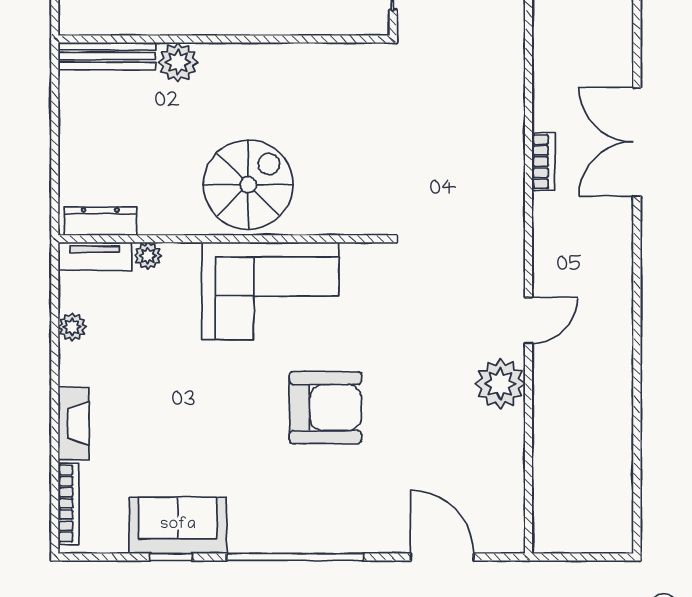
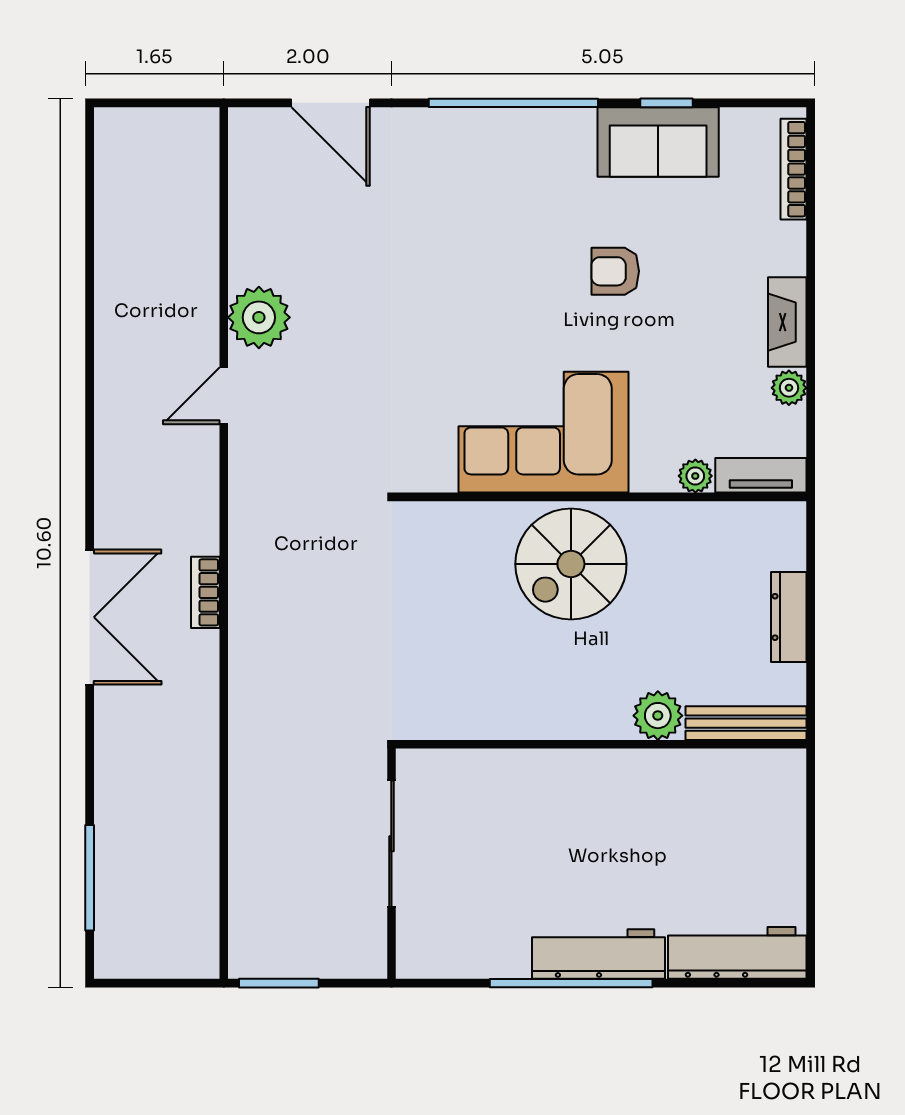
dresser: (100, 221) -> (789, 617), moved, turned 90
armchair: (325, 408) -> (615, 271), moved, width x0.53, depth x0.53
fireplace: (74, 424) -> (787, 322), moved

